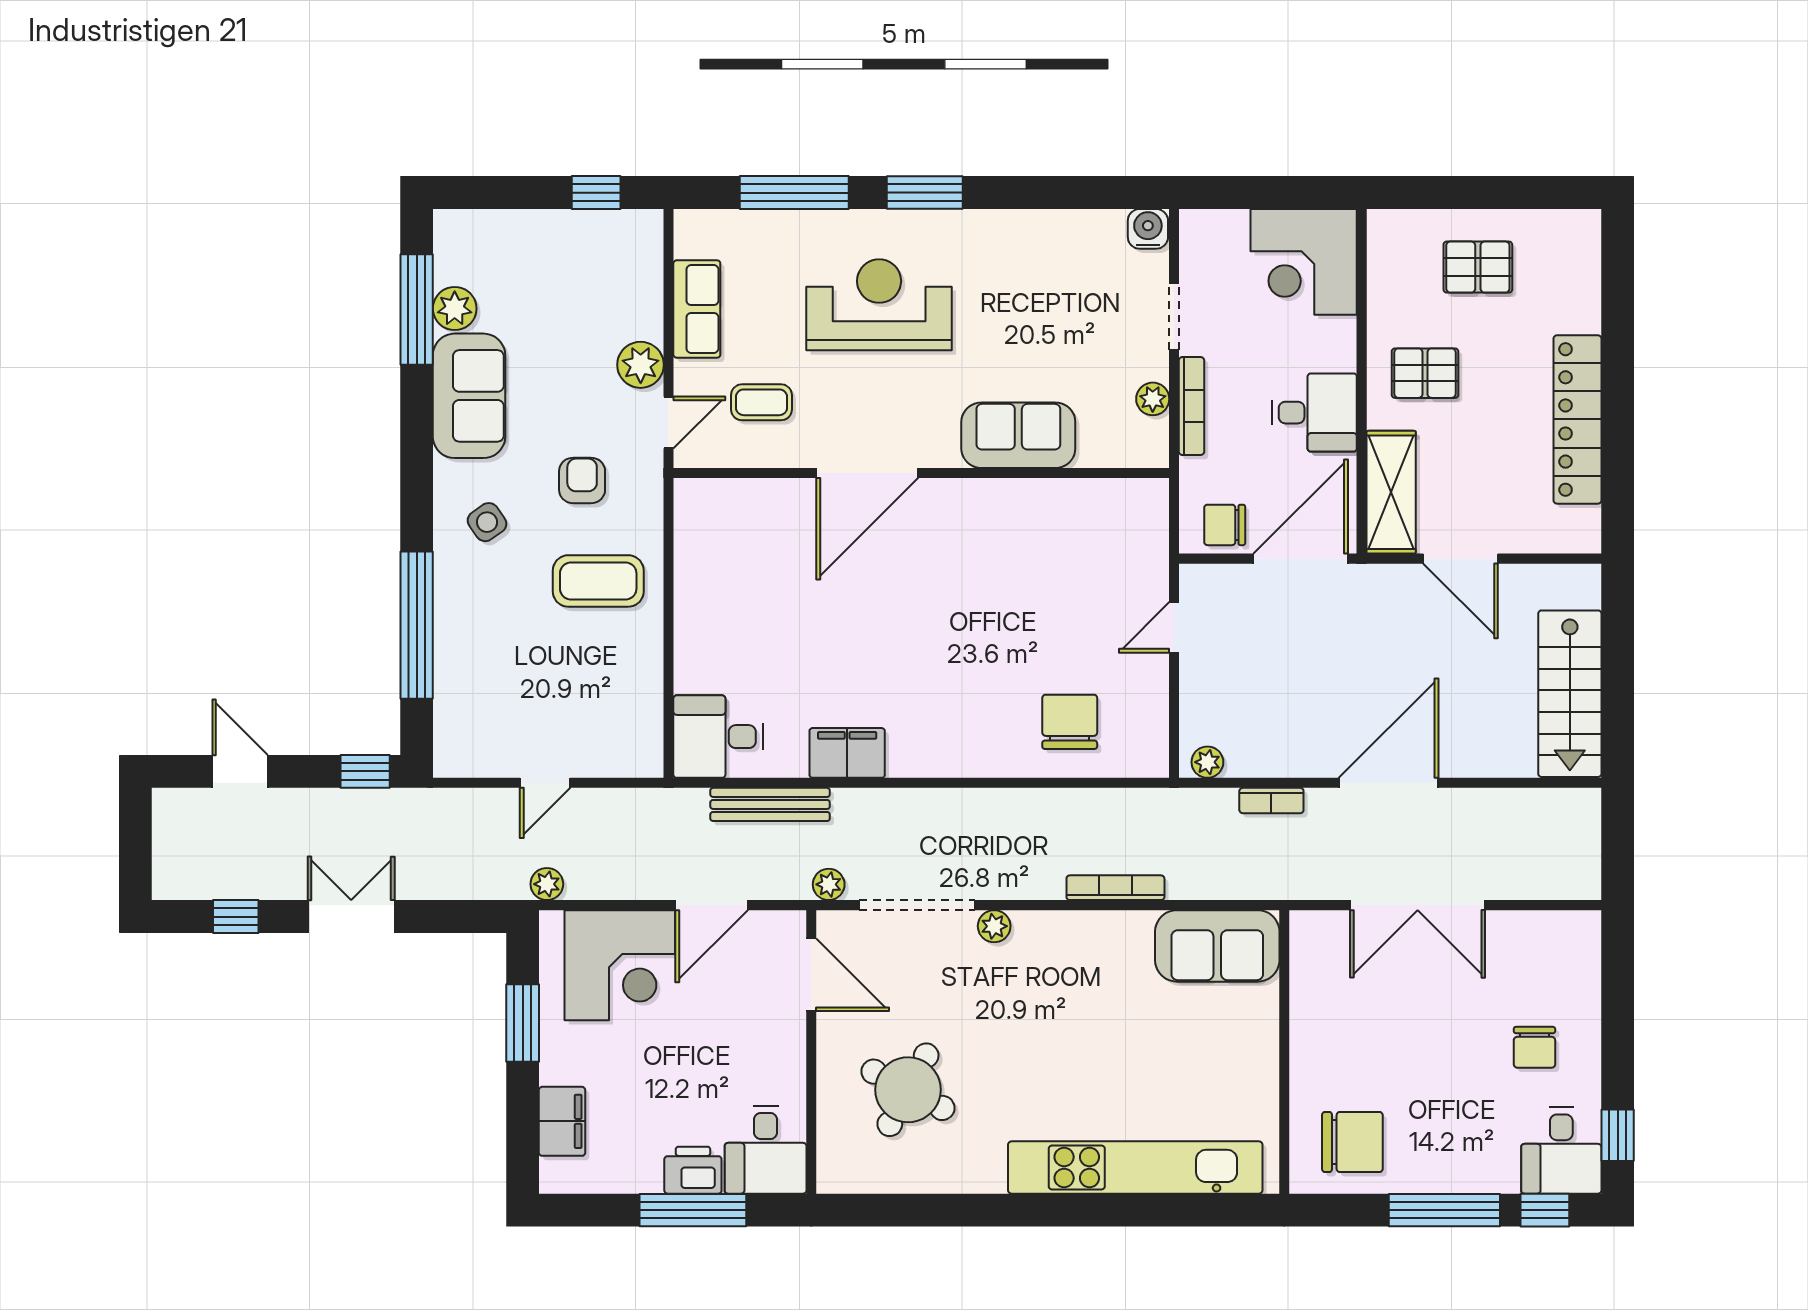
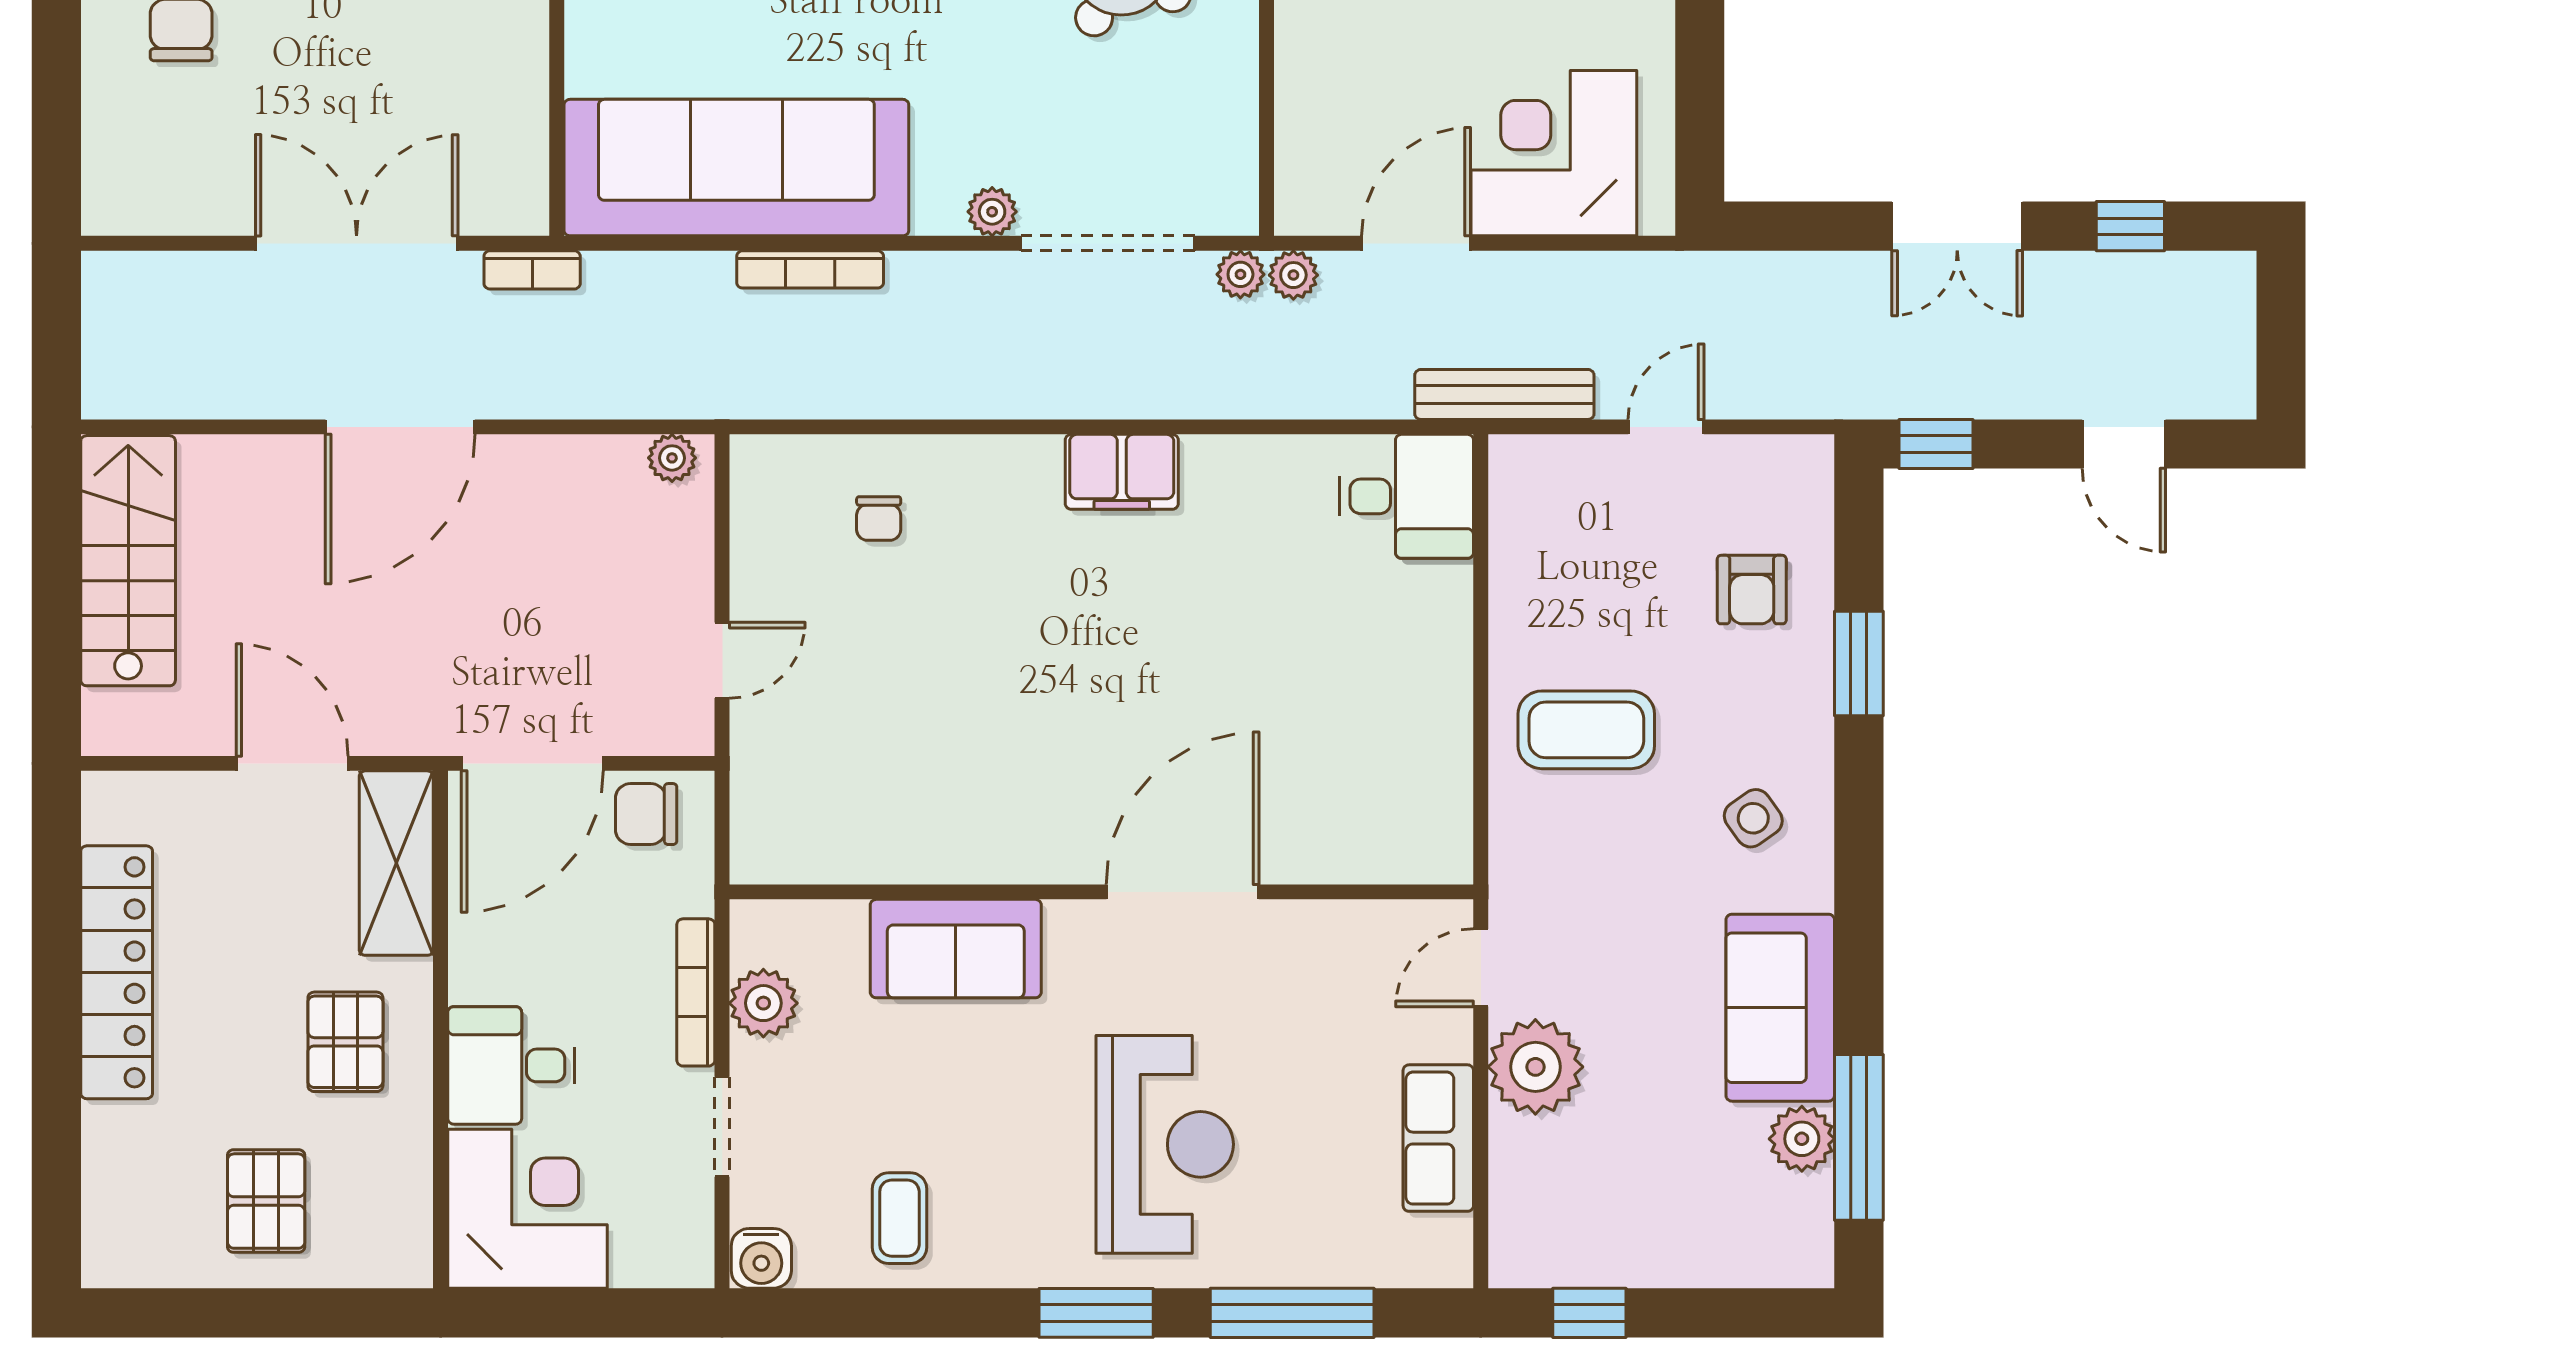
pallet: (1478, 267) -> (266, 1201), turned 90
reception desk: (879, 305) -> (1165, 1144), turned -90
plant: (641, 365) -> (1535, 1067), width x1.36, depth x1.36
pallet: (1425, 373) -> (345, 1042), turned 90
plant: (1153, 399) -> (763, 1003), width x1.38, depth x1.38
coffee table: (761, 402) -> (899, 1218), moved, turned 90
desk: (1314, 413) -> (511, 1065), moved
armchair: (582, 480) -> (1752, 590), moved
chair: (1225, 525) -> (646, 814), turned 180
window: (417, 625) -> (1859, 663), width x0.47
chair: (1070, 722) -> (879, 518), width x0.54, depth x0.54
filing cabinet: (847, 753) -> (1122, 472), moved
bookcase: (1271, 801) -> (532, 270), moved, turned 180
bench: (770, 804) -> (1504, 394), moved
plant: (547, 884) -> (1293, 275), moved
sofa: (1217, 946) -> (736, 168), width x1.85, depth x1.27
door: (811, 975) -> (1267, 139), removed
window: (523, 1023) -> (1700, 66), removed

